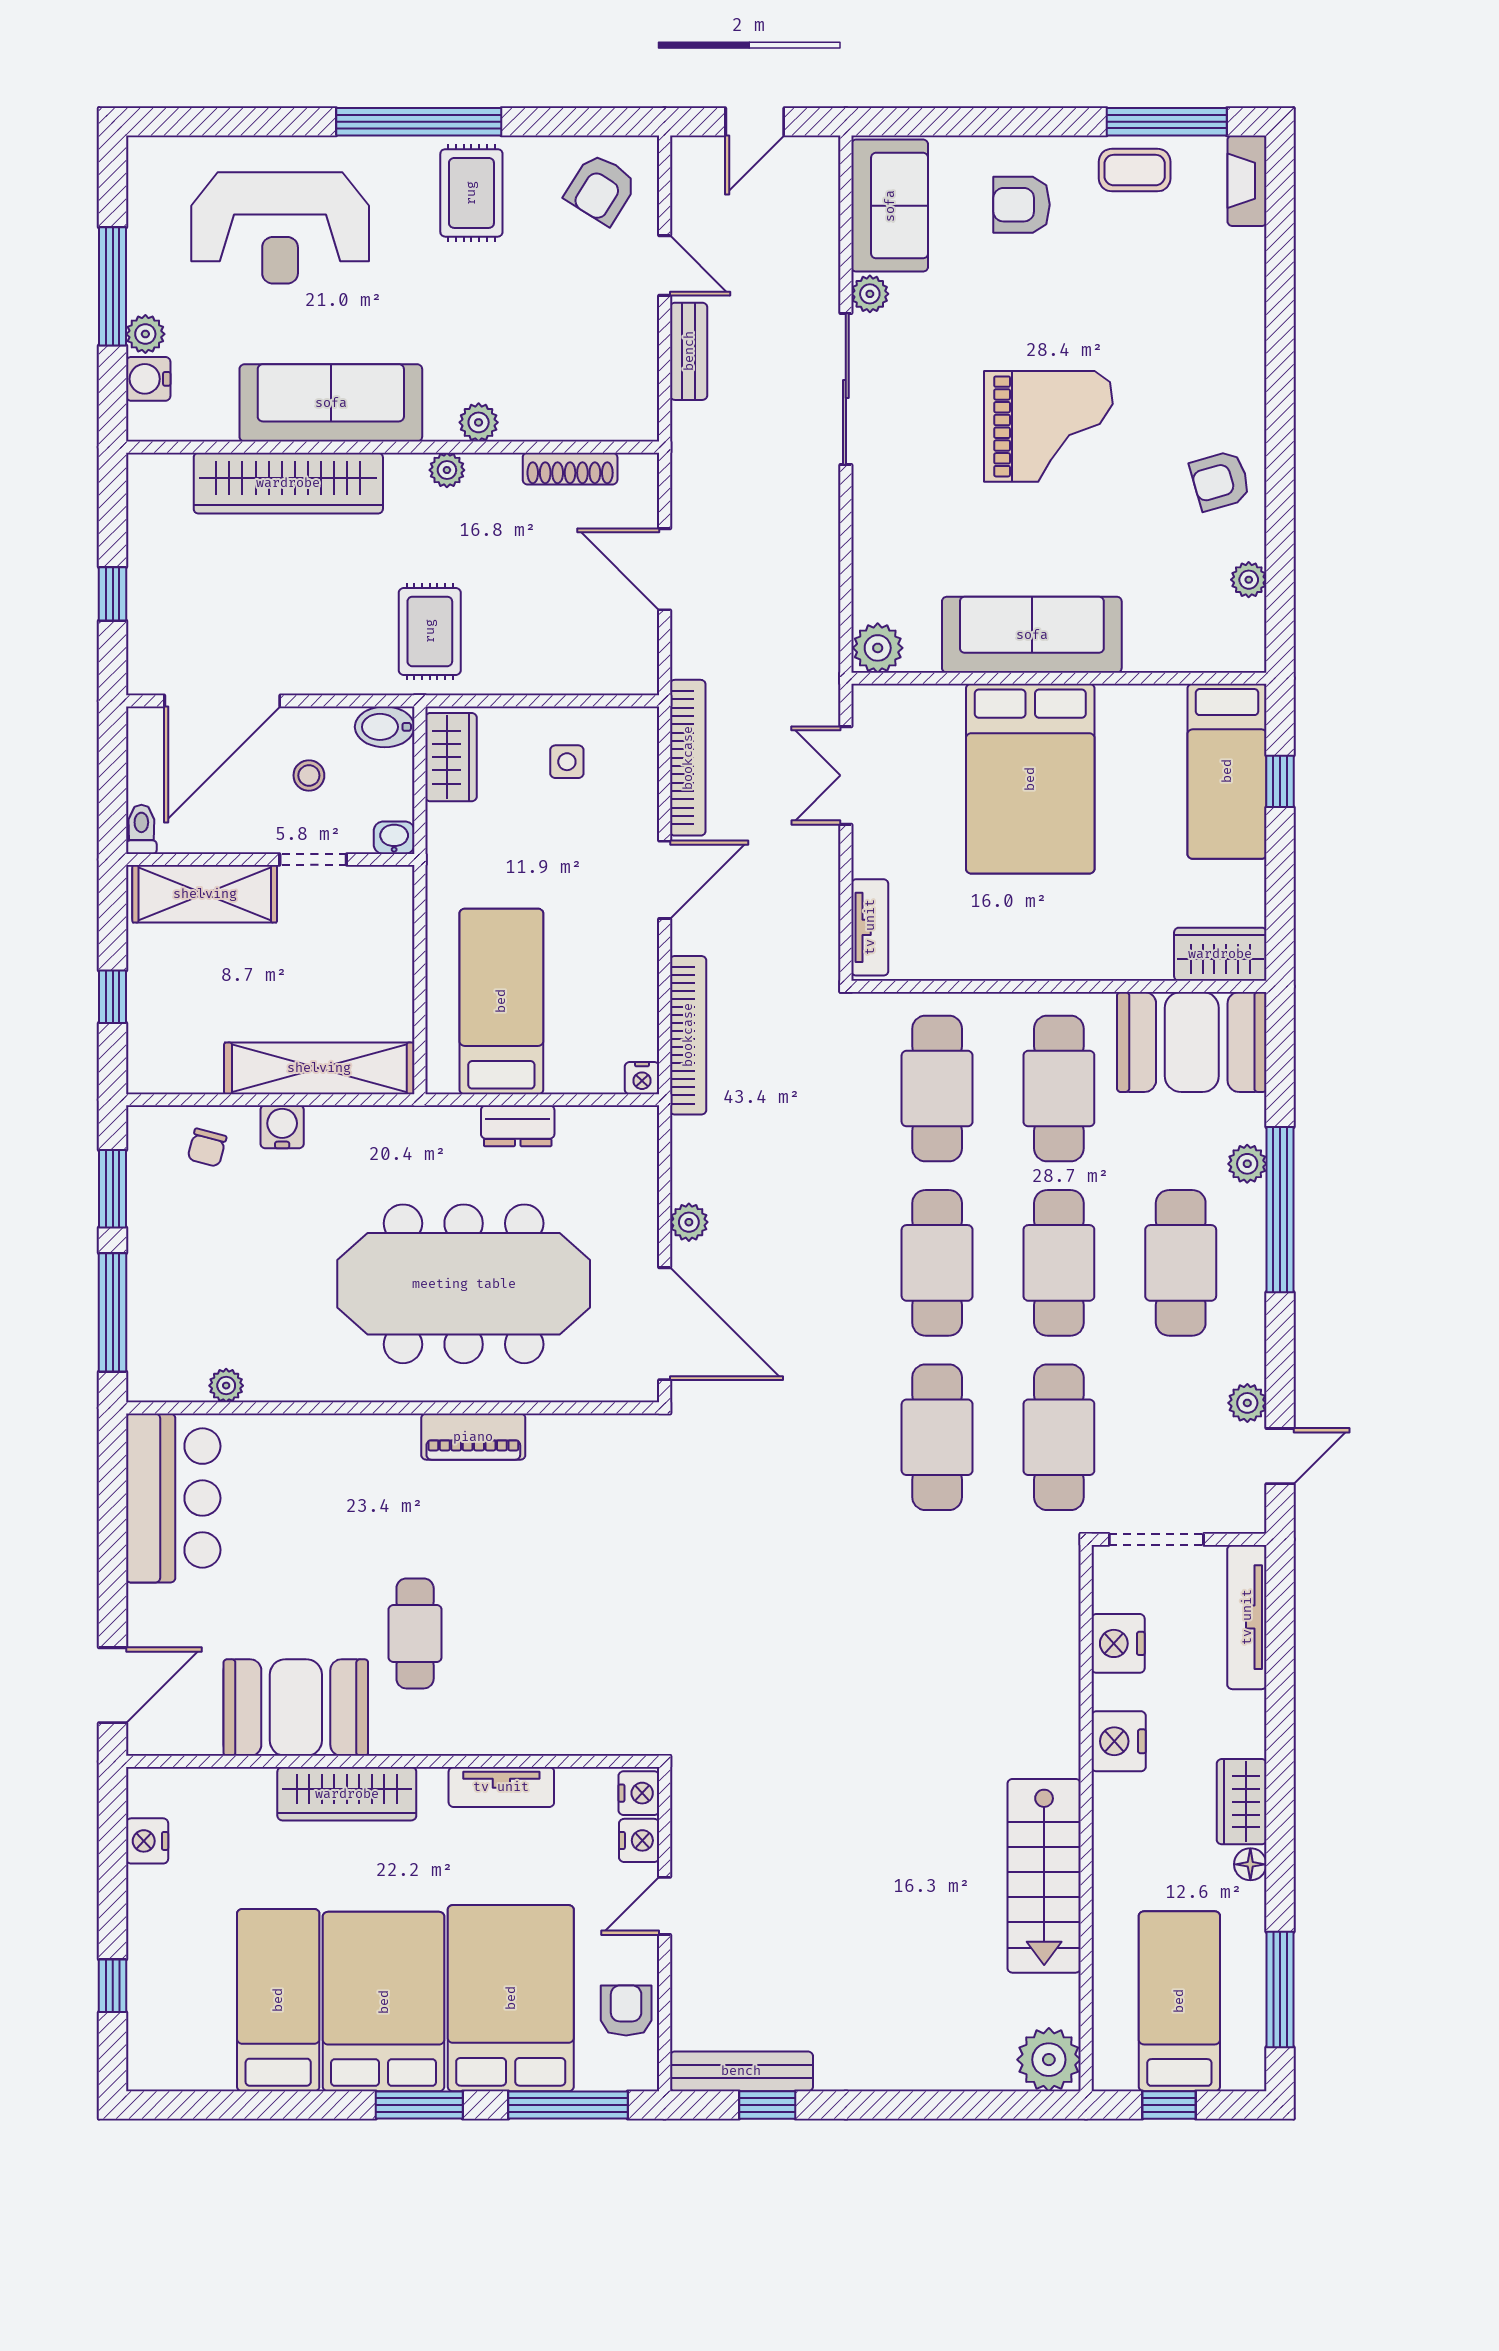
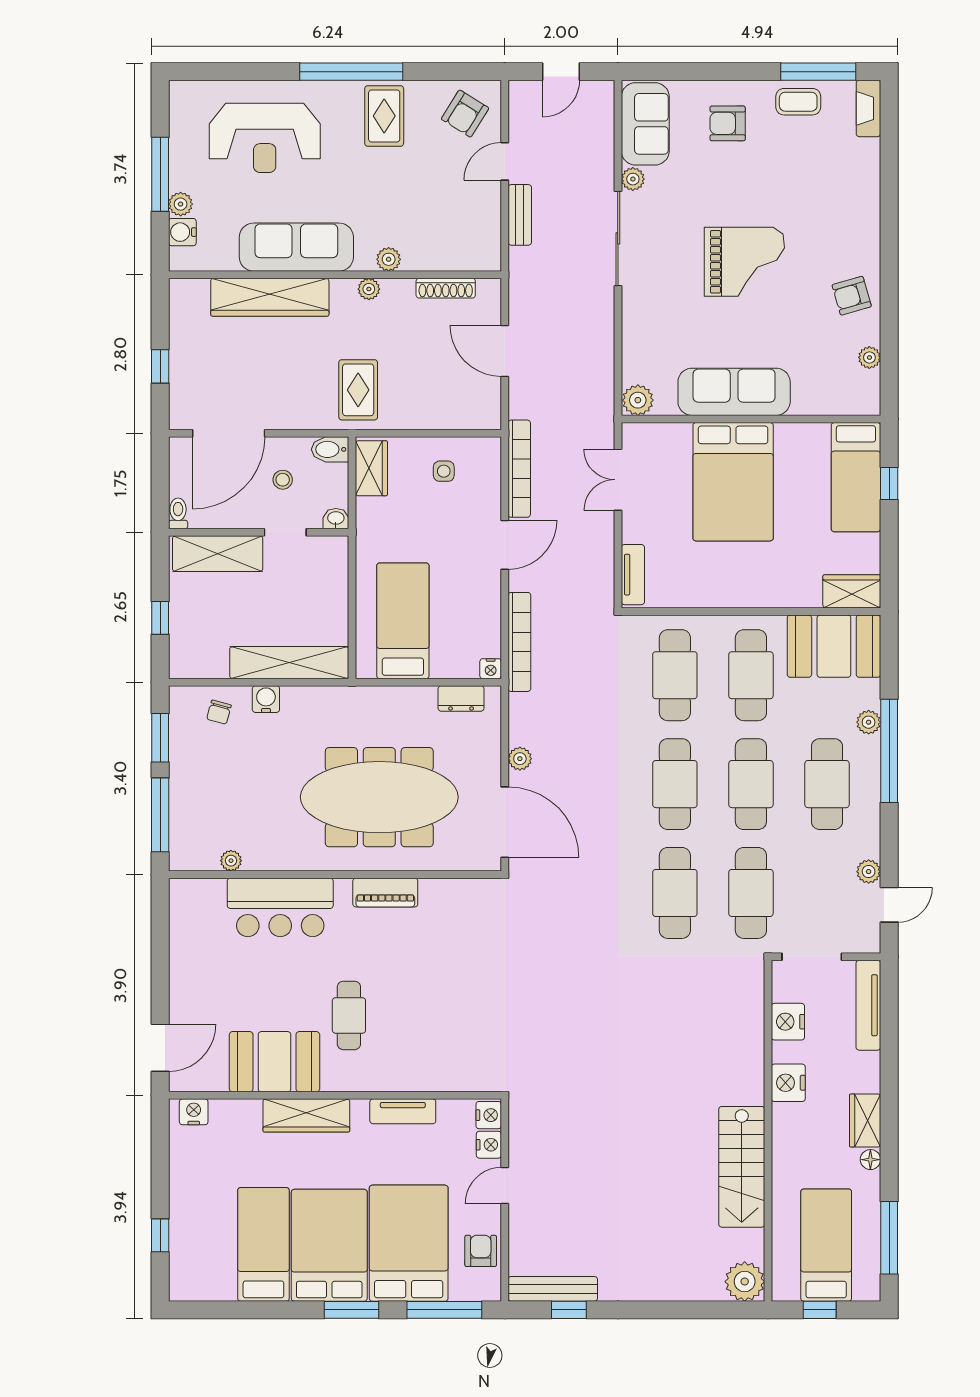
door: (665, 266) -> (505, 161), swing flipped
dresser: (518, 1126) -> (461, 698), moved
bar counter: (173, 1498) -> (280, 907), moved, turned 90
nightstand: (147, 1841) -> (194, 1112), moved, turned 90

